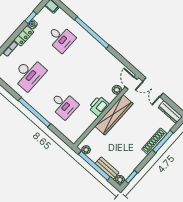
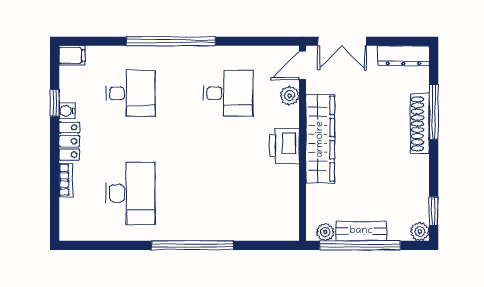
door: (131, 83) -> (302, 65), hinge flipped
desk: (64, 105) -> (228, 93), moved
bench: (107, 168) -> (361, 231), moved

